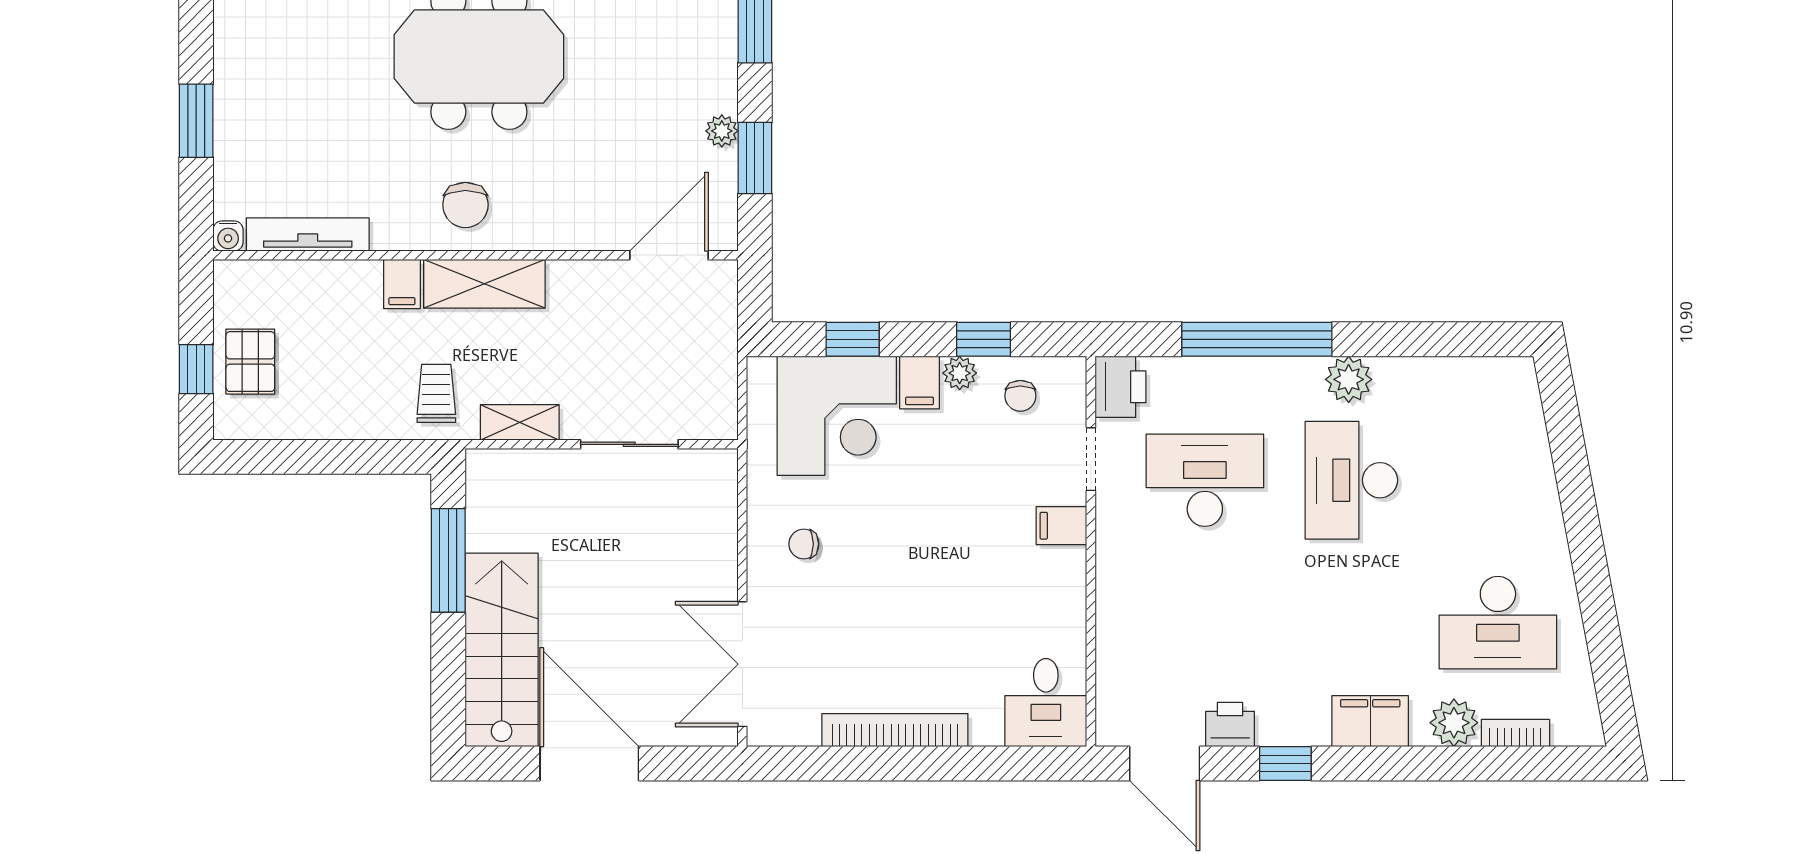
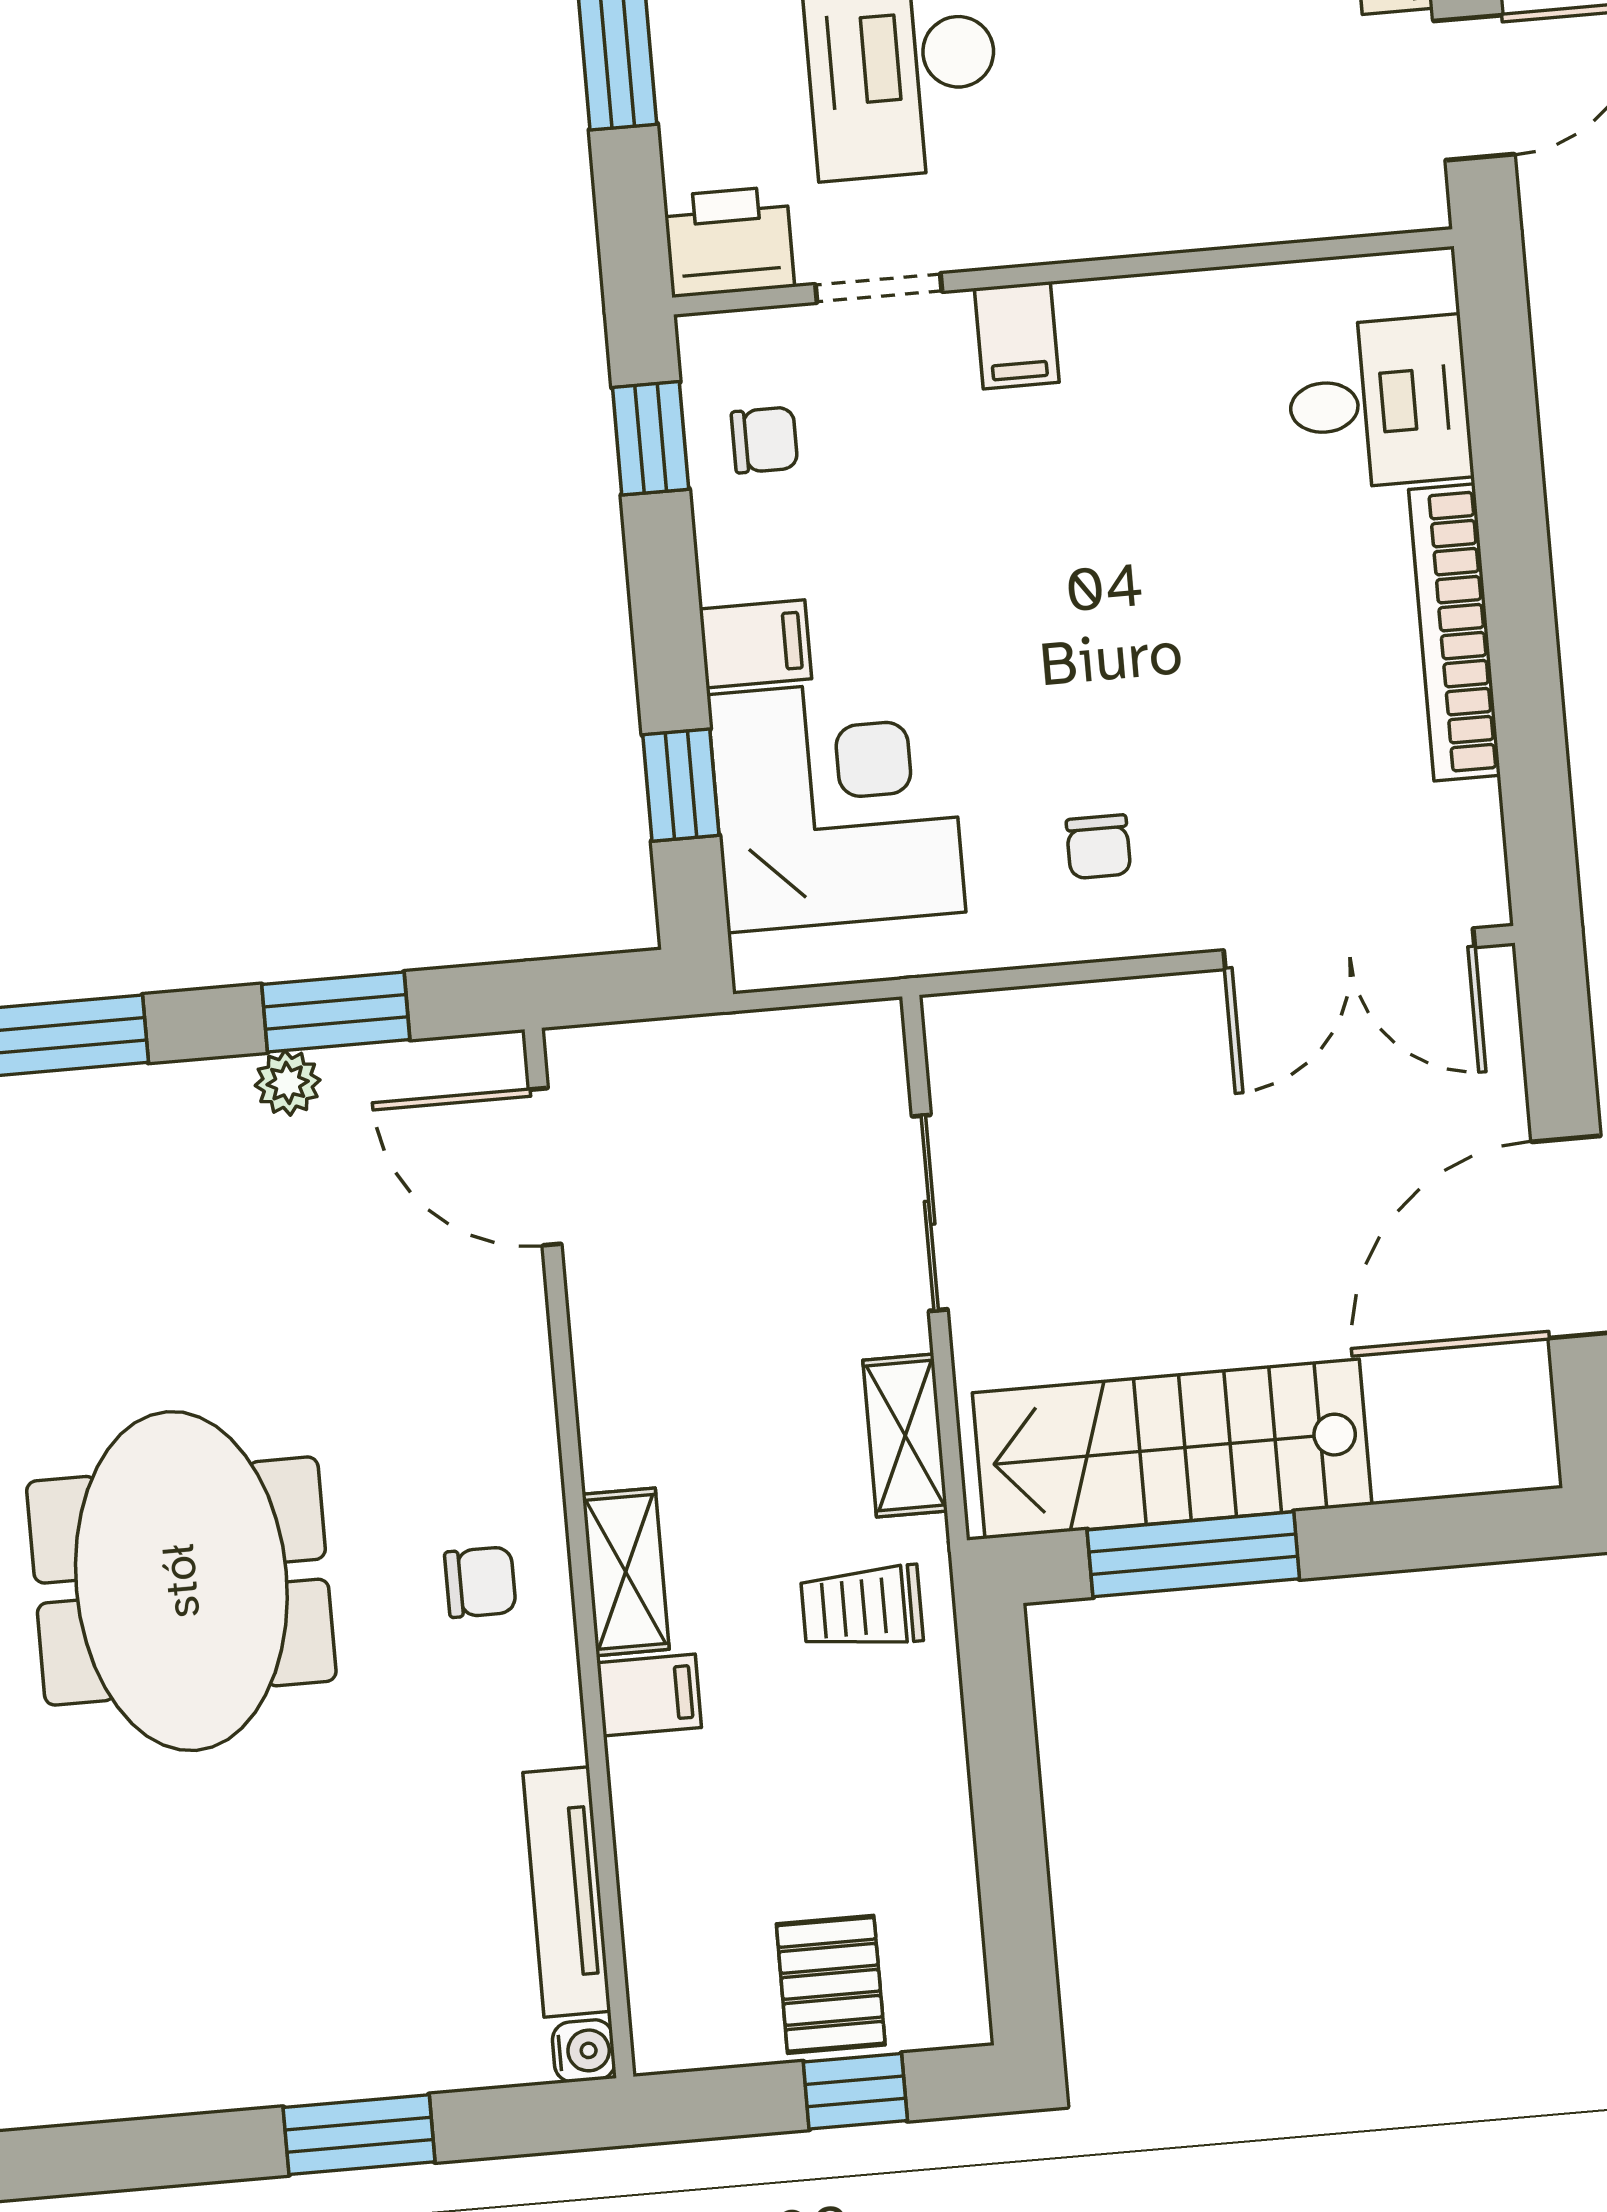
chair: (465, 205) -> (480, 1582), width x0.73, depth x0.73
shelving: (484, 284) -> (626, 1572), width x0.67, depth x0.75
window: (984, 339) -> (651, 438), moved
pallet: (250, 362) -> (831, 1984), turned 90
plant: (960, 373) -> (730, 565), removed
stairs: (502, 650) -> (1172, 1449), moved
desk: (1046, 703) -> (1379, 403), moved

